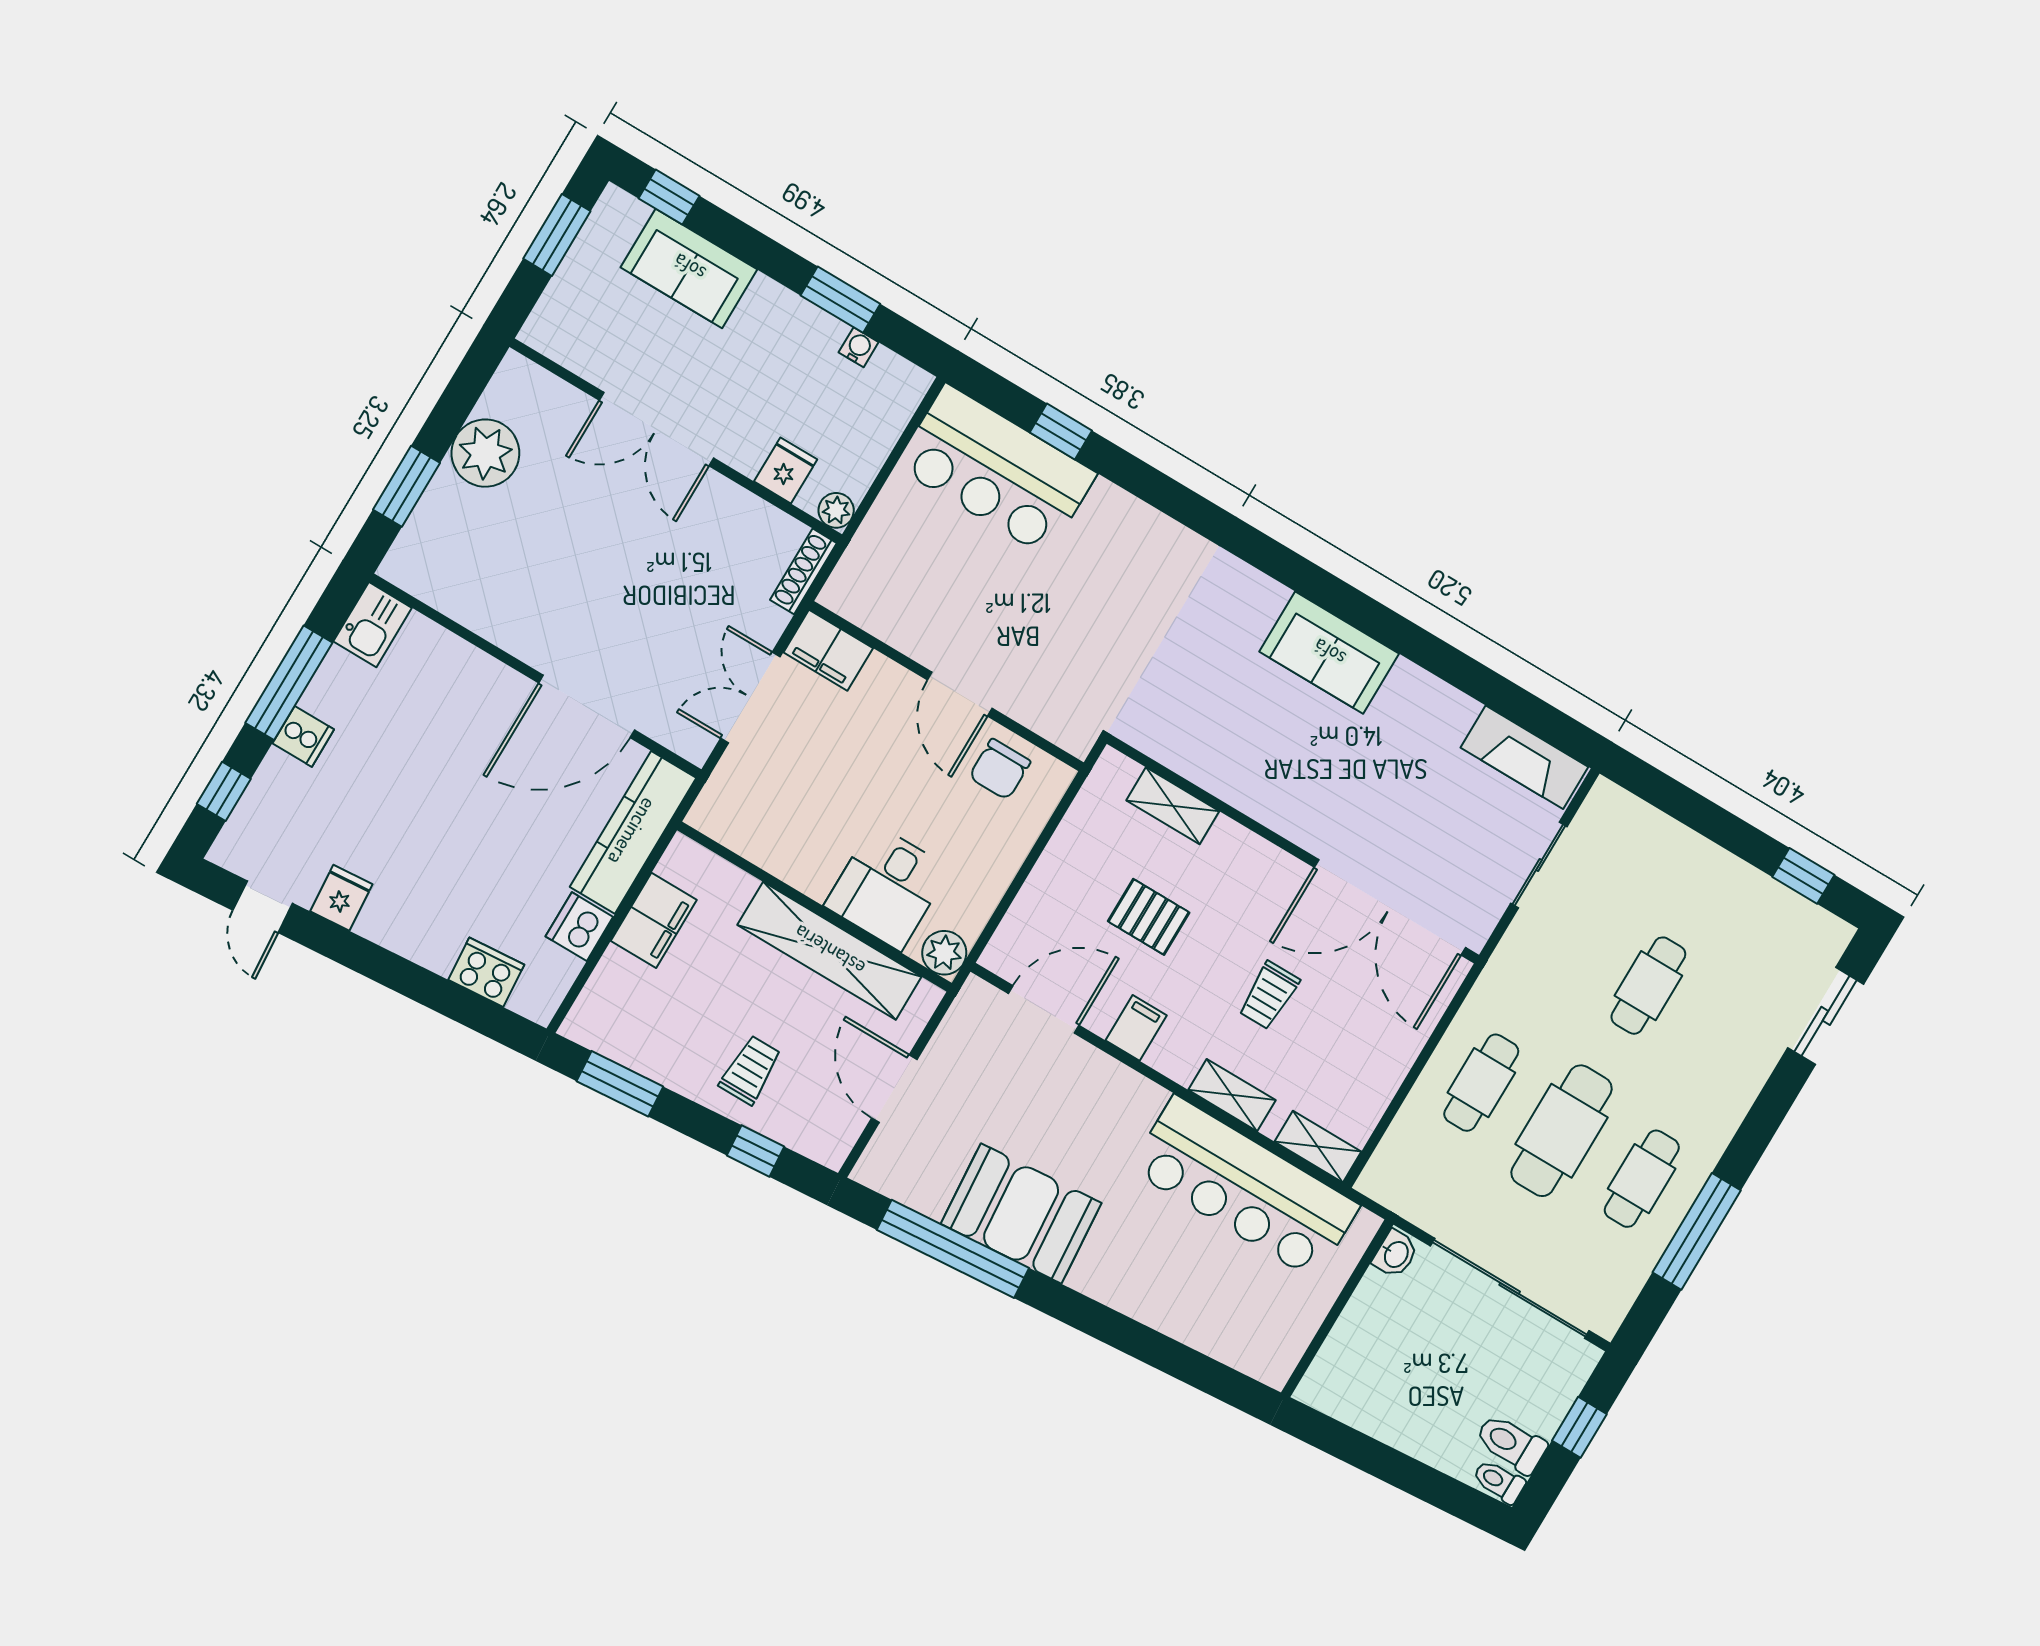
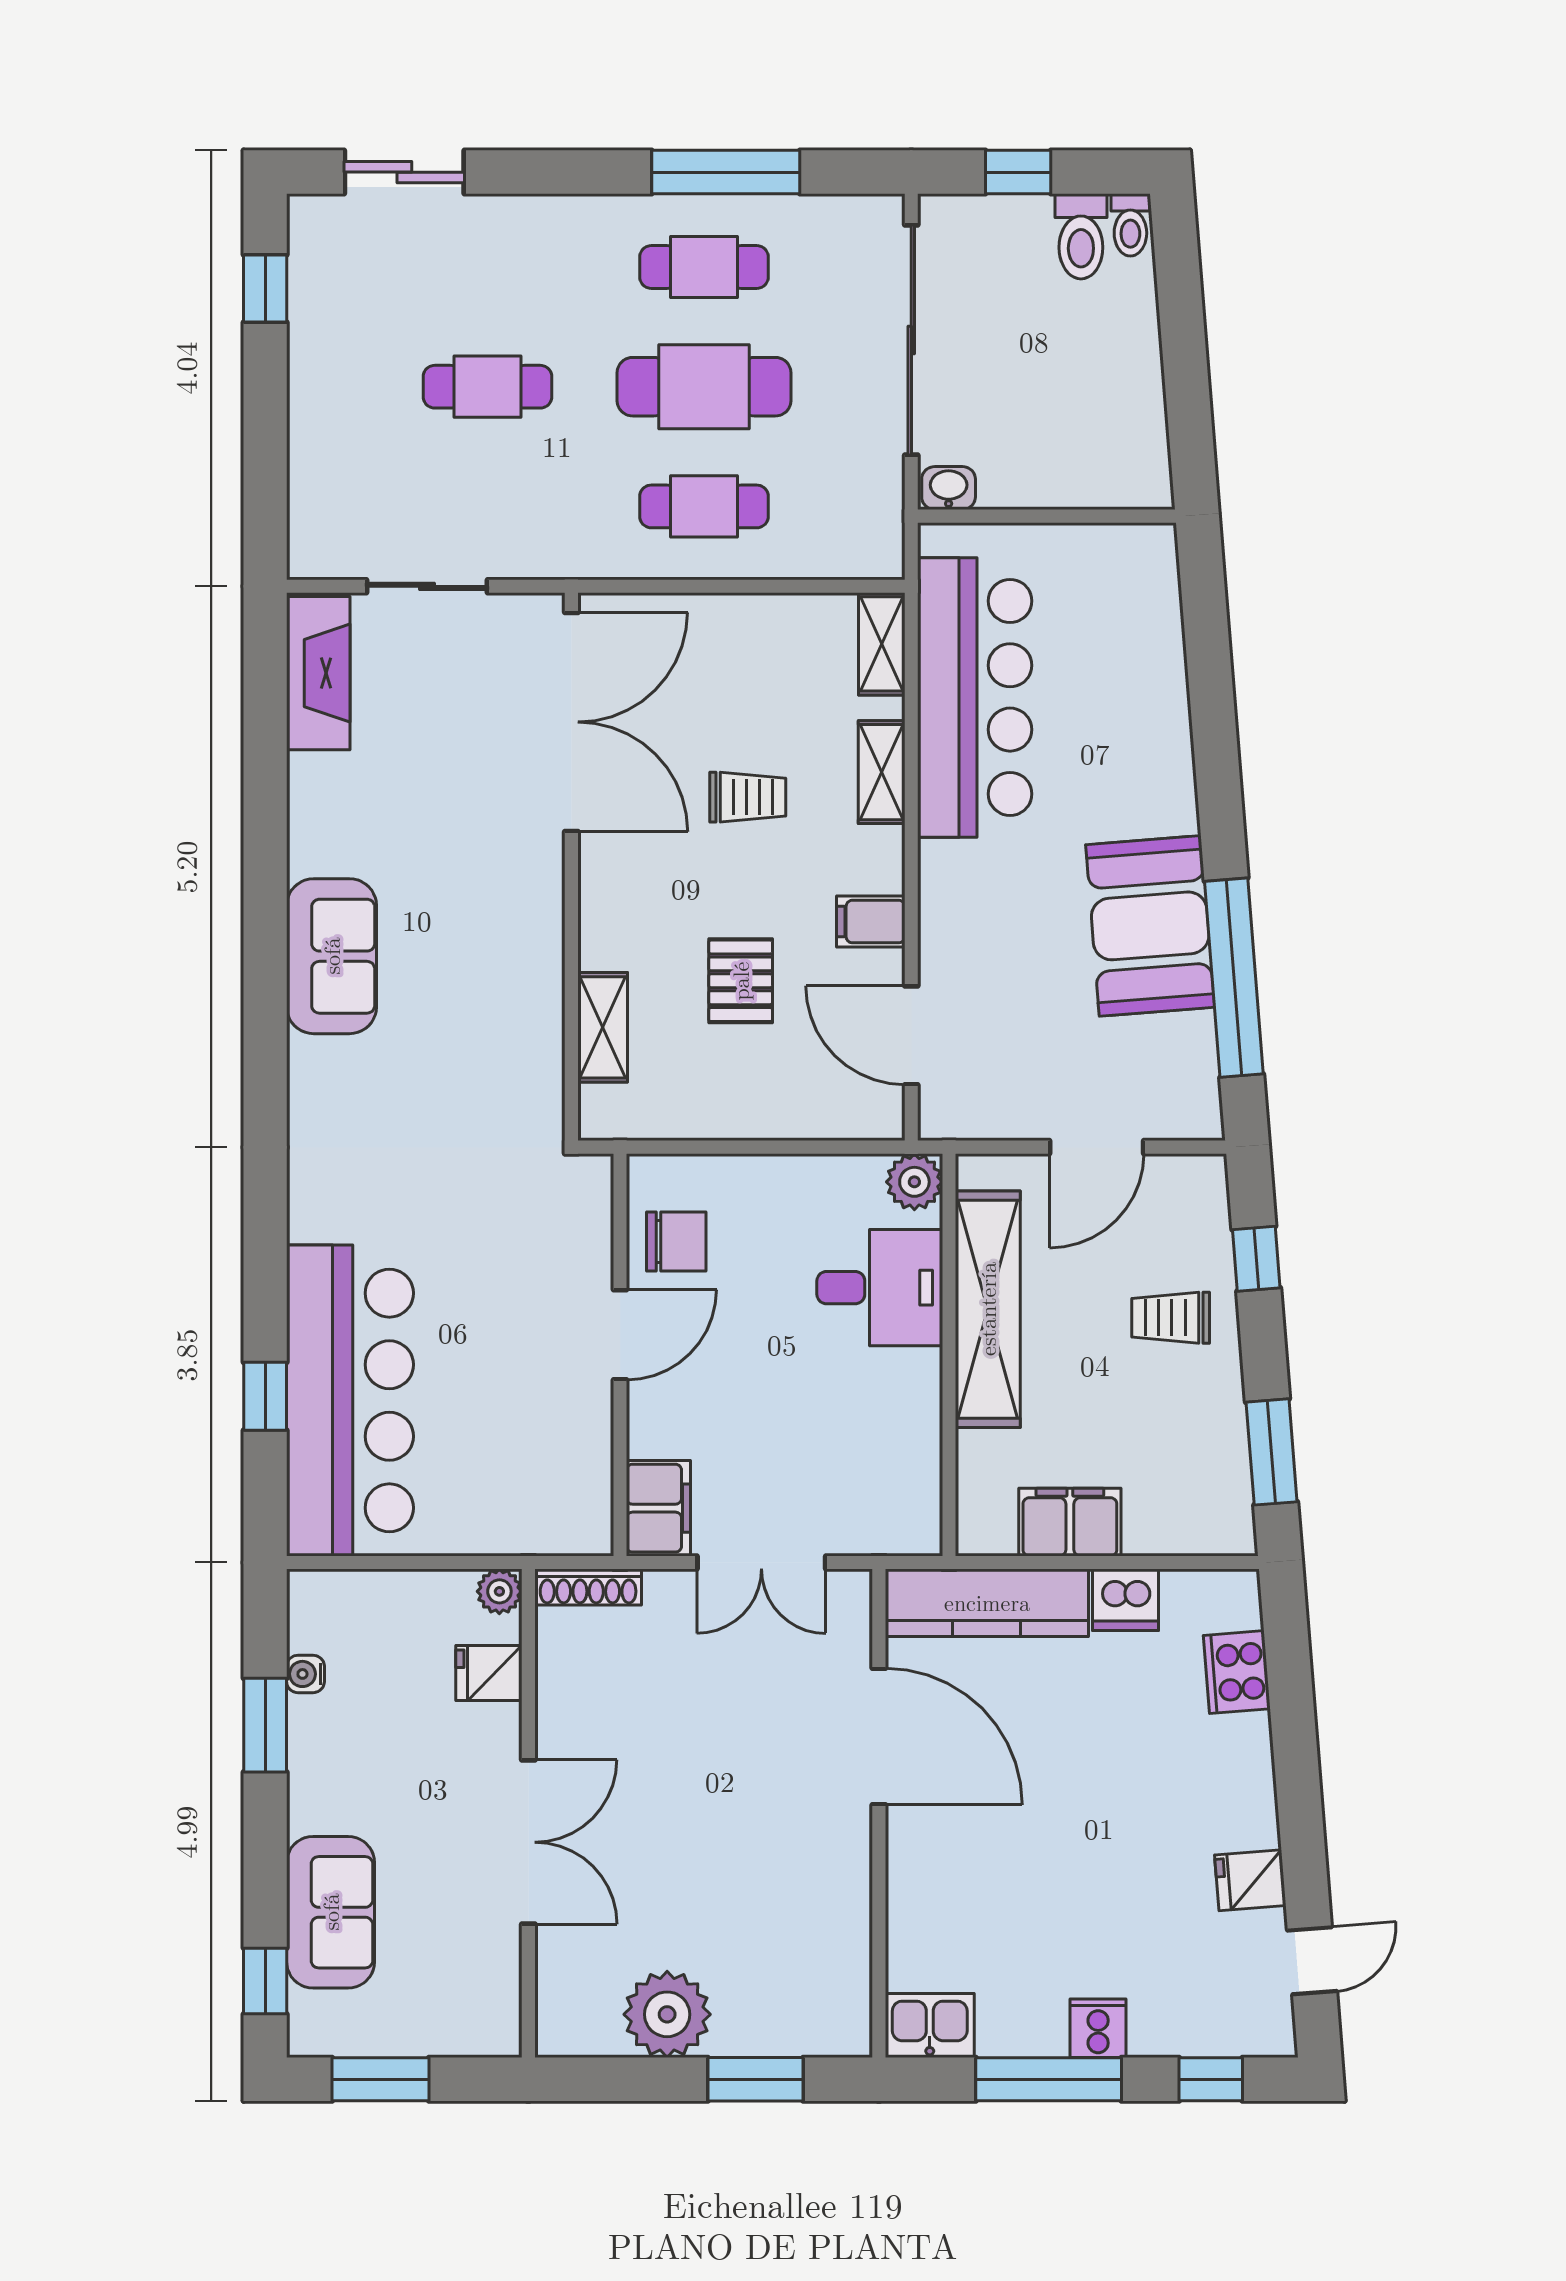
bar counter: (996, 470) -> (350, 1401), width x1.36

